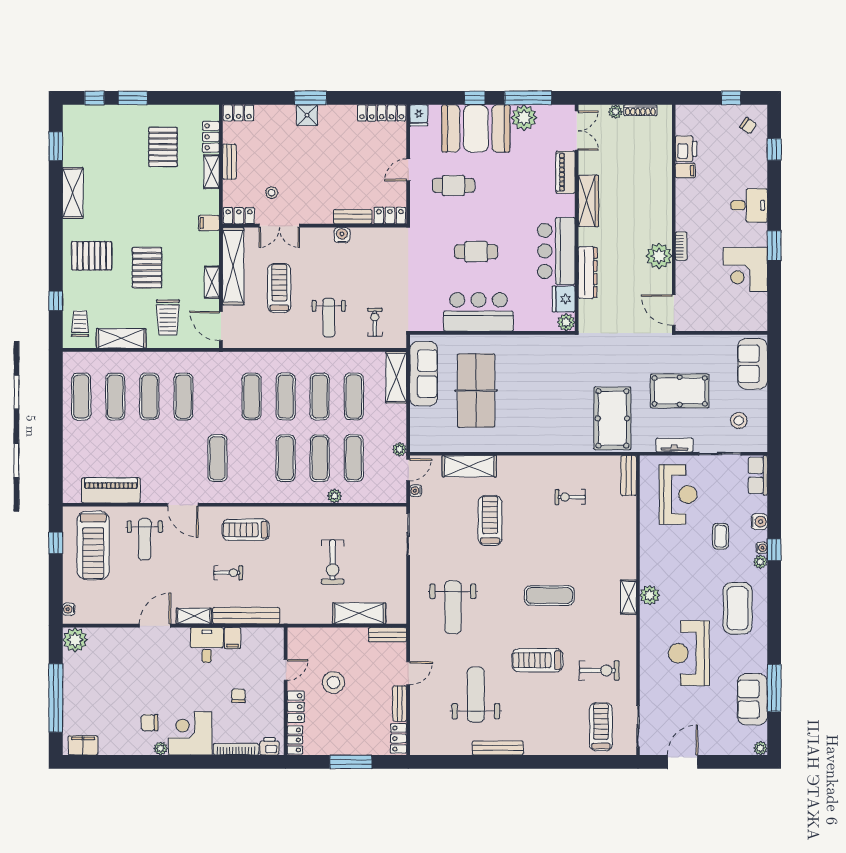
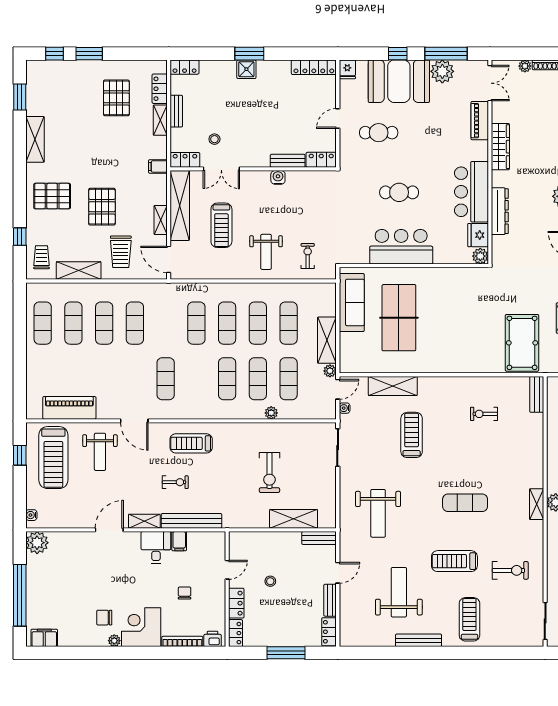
treadmill: (279, 288) -> (221, 225), turned 180
shelving: (396, 377) -> (327, 340), moved
stool: (333, 682) -> (270, 581), width x0.53, depth x0.53
treadmill: (601, 727) -> (469, 619), moved

